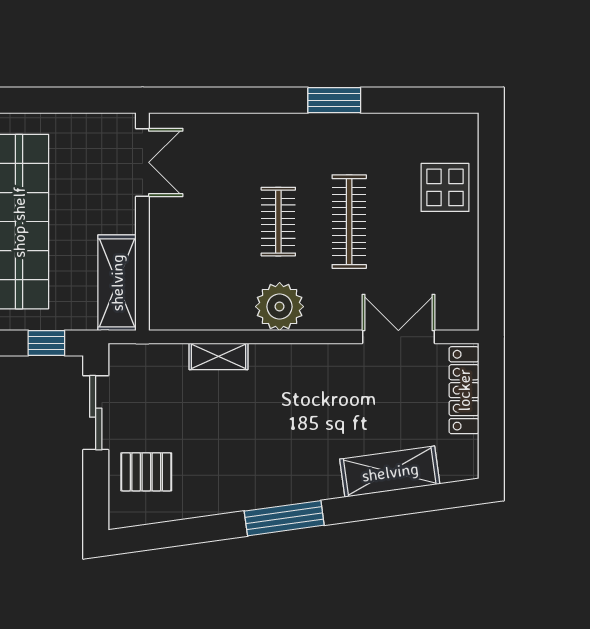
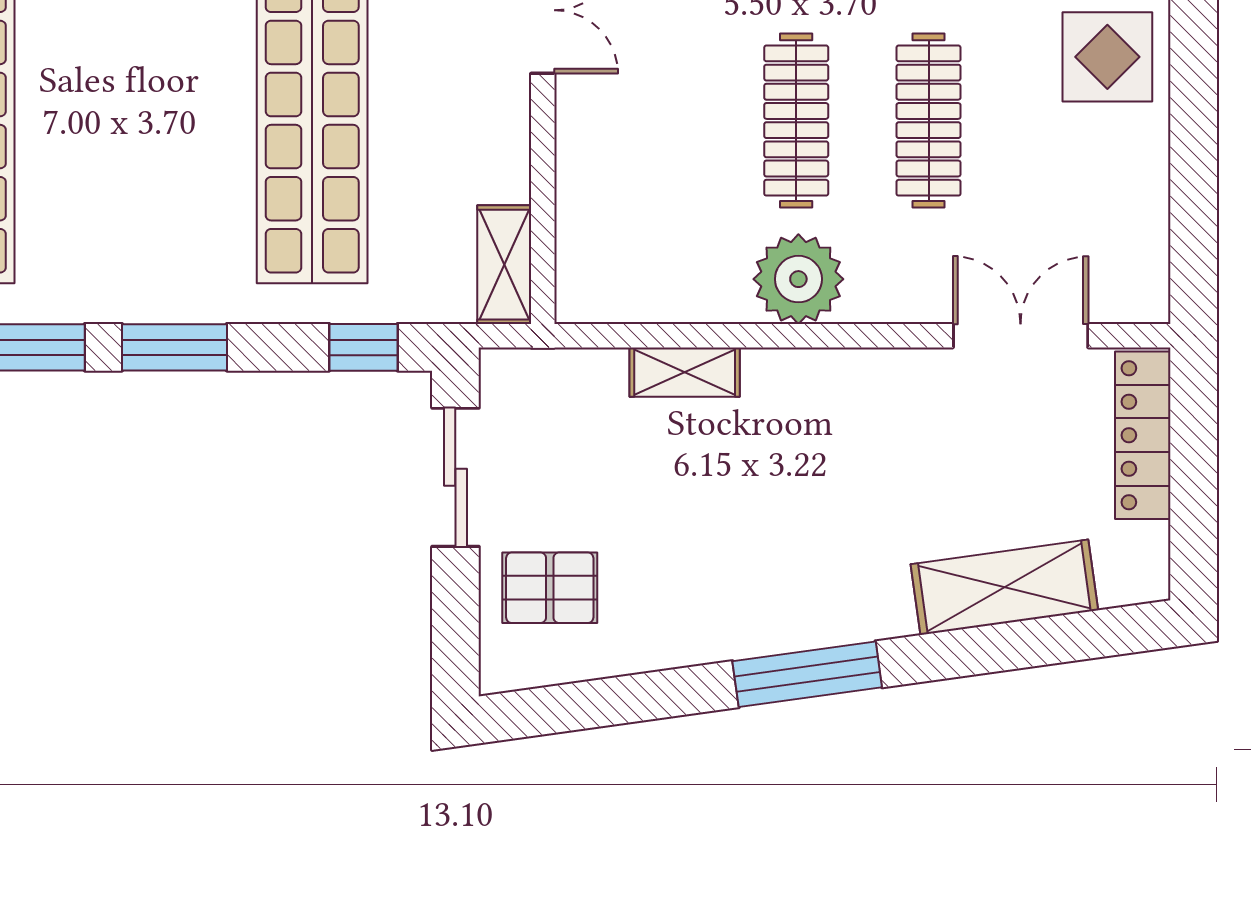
clothes rail: (278, 222) -> (796, 121), width x1.36
shelving: (117, 283) -> (504, 265), width x0.67, depth x0.75

